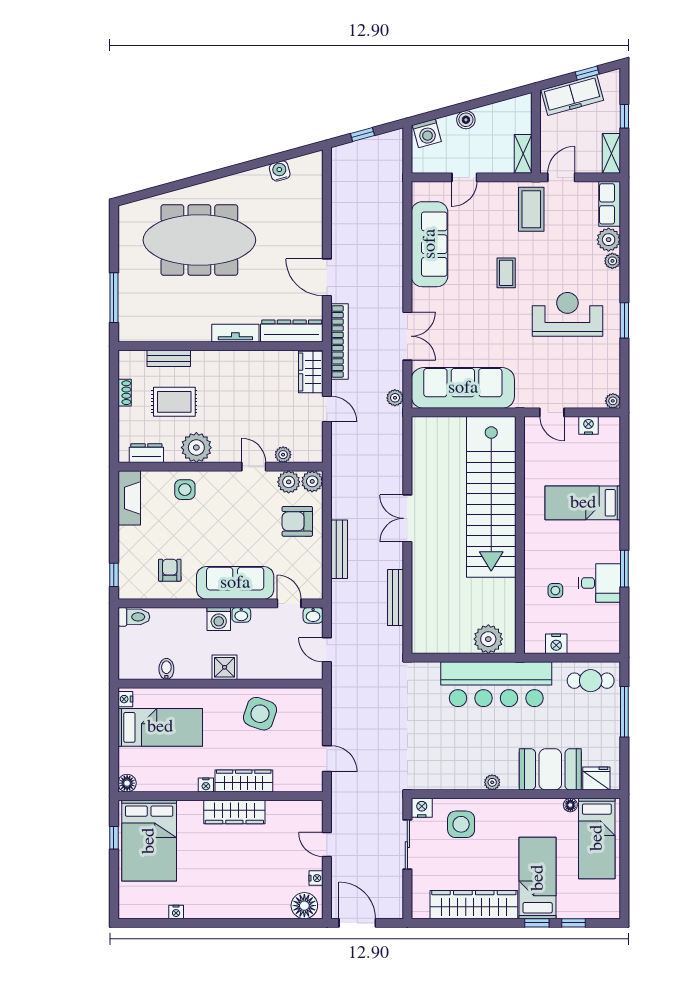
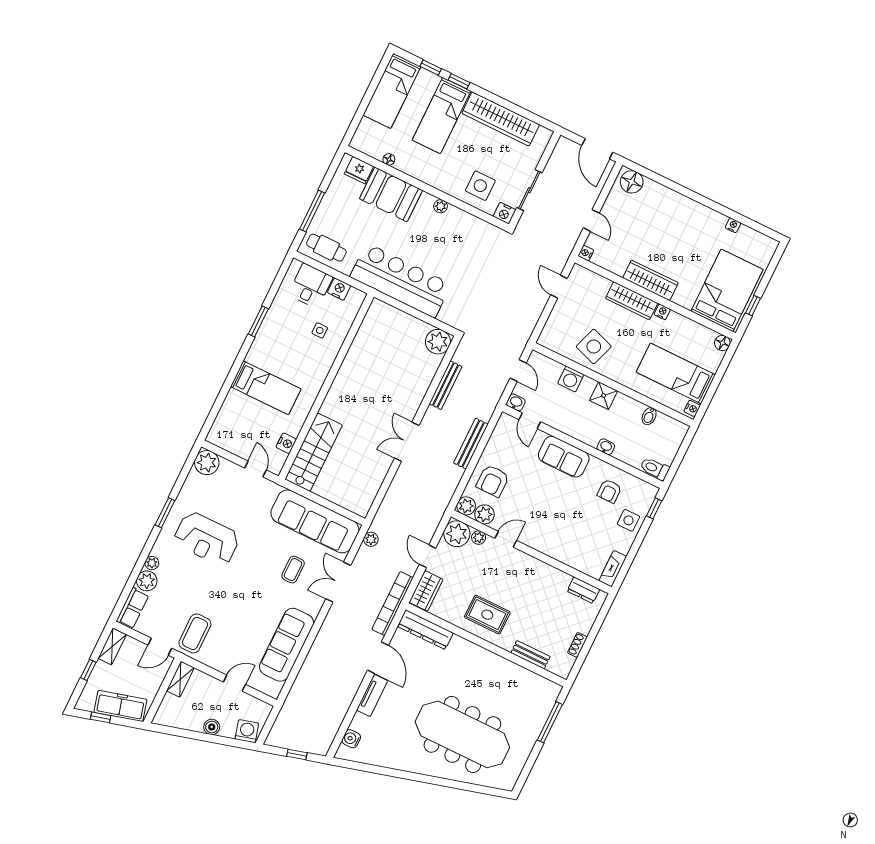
water cooler: (280, 171) -> (351, 739), moved, turned 105
coffee table: (506, 273) -> (293, 570), moved
tv unit: (235, 333) -> (372, 695), moved, turned -90
plant: (613, 401) -> (207, 463), width x1.88, depth x1.88
rug: (174, 402) -> (487, 615), moved
nightstand: (588, 425) -> (286, 443), moved, turned -90
plant: (196, 448) -> (457, 534), moved
door: (254, 467) -> (506, 539), swing flipped
side table: (185, 490) -> (628, 520), moved
stairs: (491, 497) -> (314, 452), width x0.54, depth x0.66
fireplace: (129, 498) -> (613, 569), width x0.73, depth x0.76
double door: (407, 518) -> (407, 442), swing flipped
armchair: (297, 521) -> (493, 481), turned 90
sofa: (235, 583) -> (564, 457), width x0.73
desk: (599, 583) -> (310, 286), moved, turned 90
washbasin: (241, 615) -> (606, 447), moved
washing machine: (219, 619) -> (571, 379), moved, turned 180
plant: (488, 639) -> (438, 342), moved
bed: (597, 838) -> (392, 91), moved, turned 180
nightstand: (316, 878) -> (586, 253), moved

